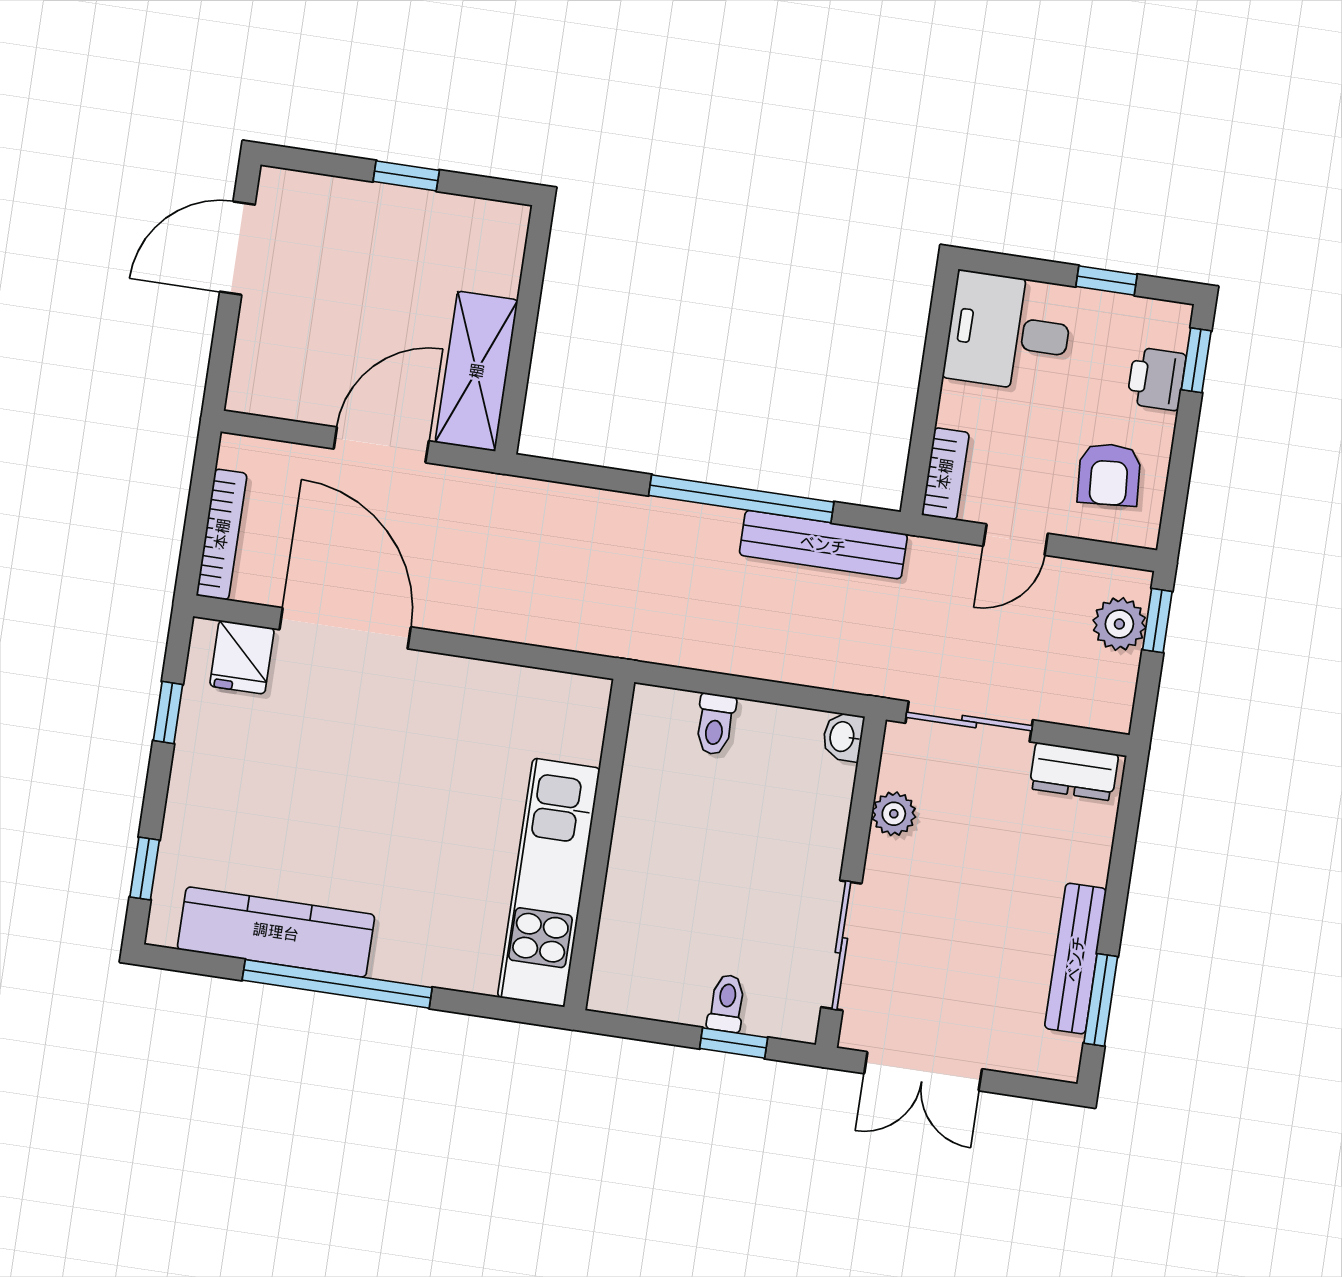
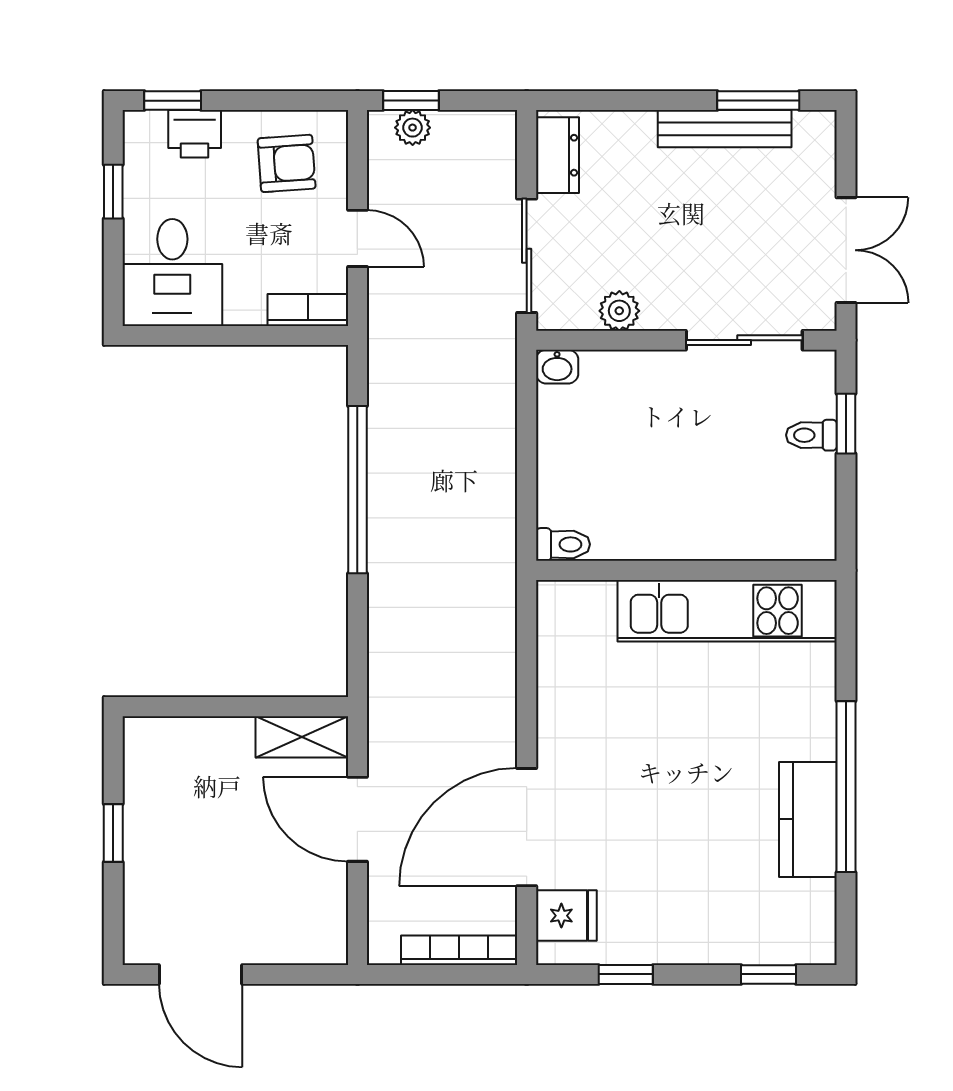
shelving: (477, 371) -> (302, 737), width x0.67, depth x0.75
bench: (823, 545) -> (388, 410), removed
plant: (1119, 624) -> (413, 128), width x0.73, depth x0.73
toilet: (715, 724) -> (563, 544), moved
kitchen counter: (276, 932) -> (808, 819), width x0.67

